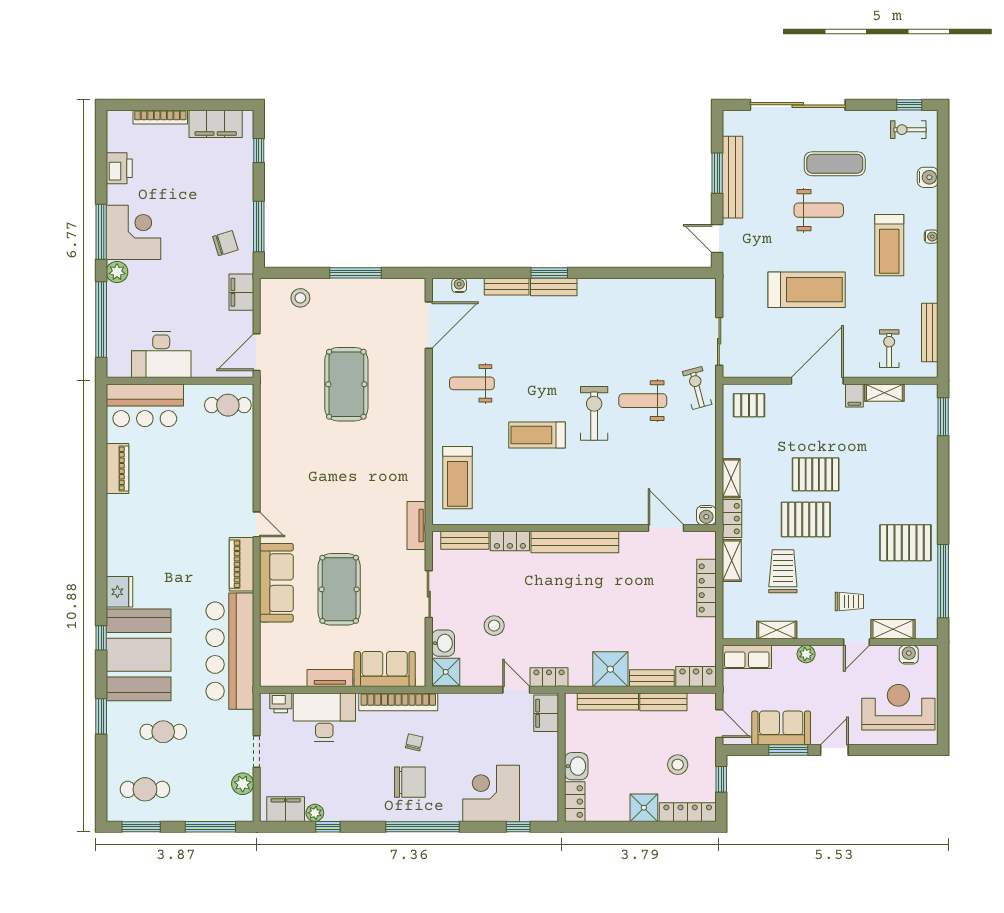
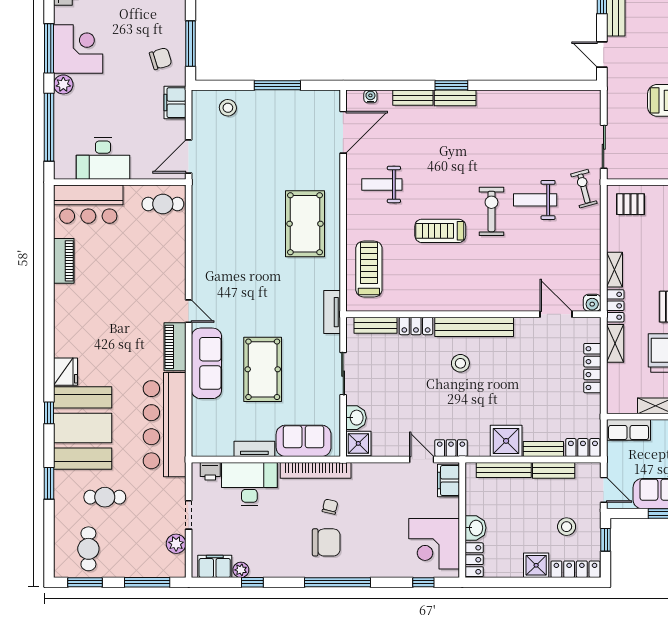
pool table: (346, 384) -> (305, 224), moved
treadmill: (458, 478) -> (369, 269), turned 180
stool: (494, 626) -> (460, 363), moved
cafe table: (145, 789) -> (88, 549), turned 90
corner desk: (491, 793) -> (434, 544), moved, turned -90

